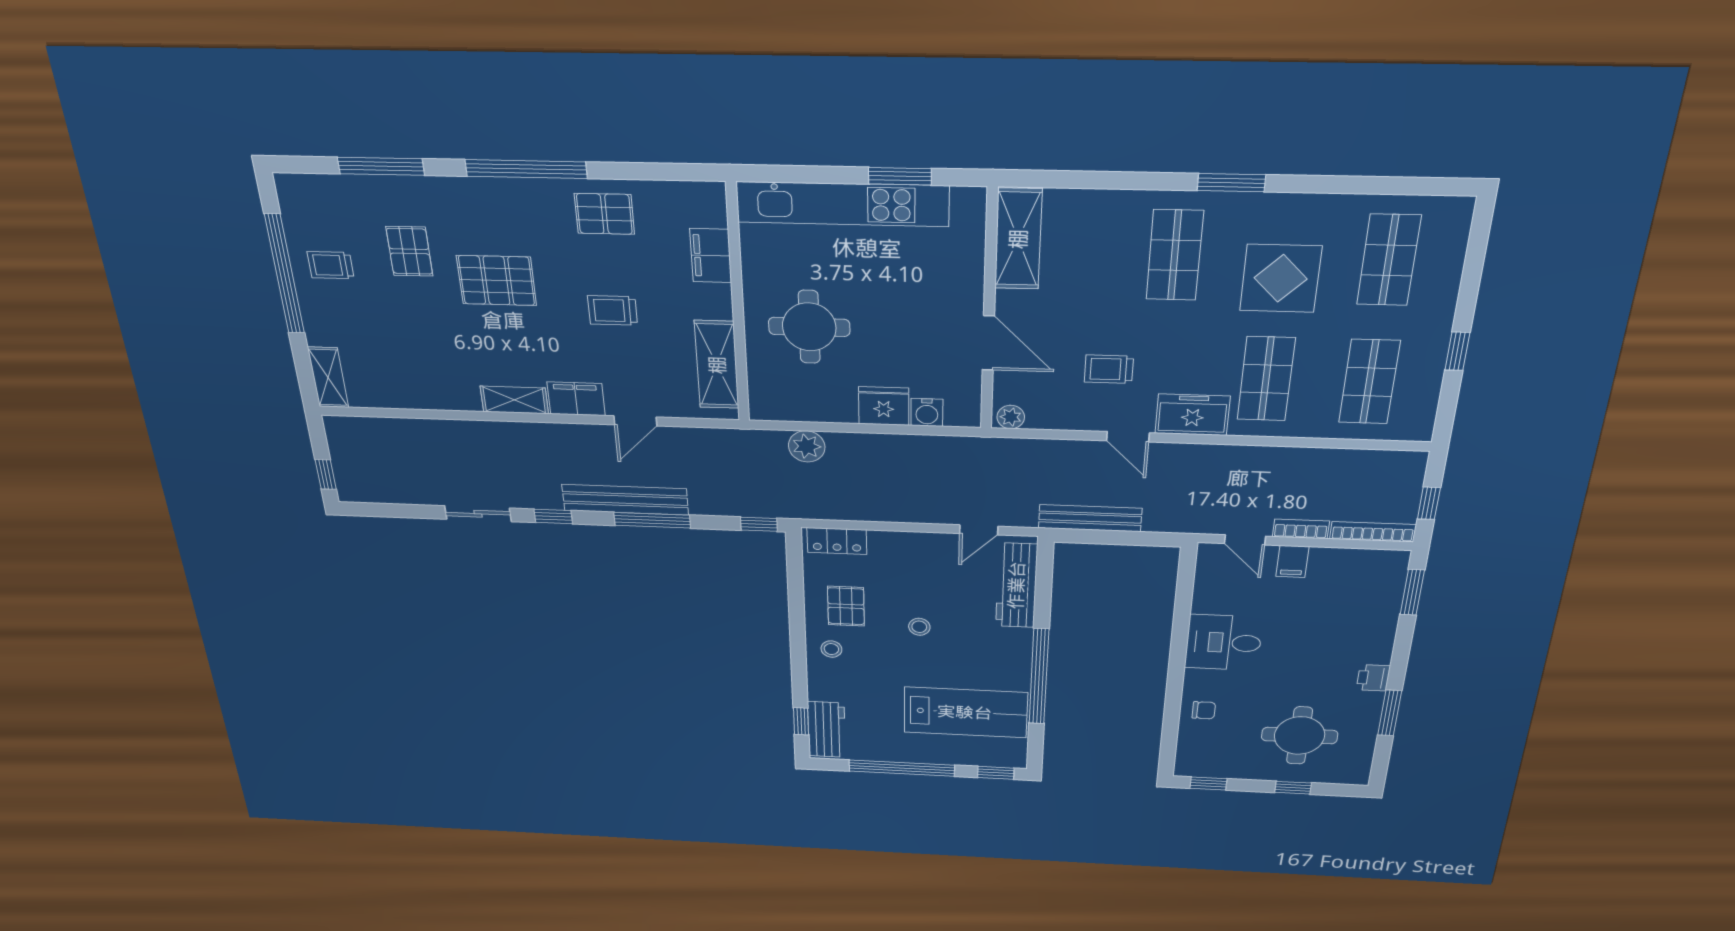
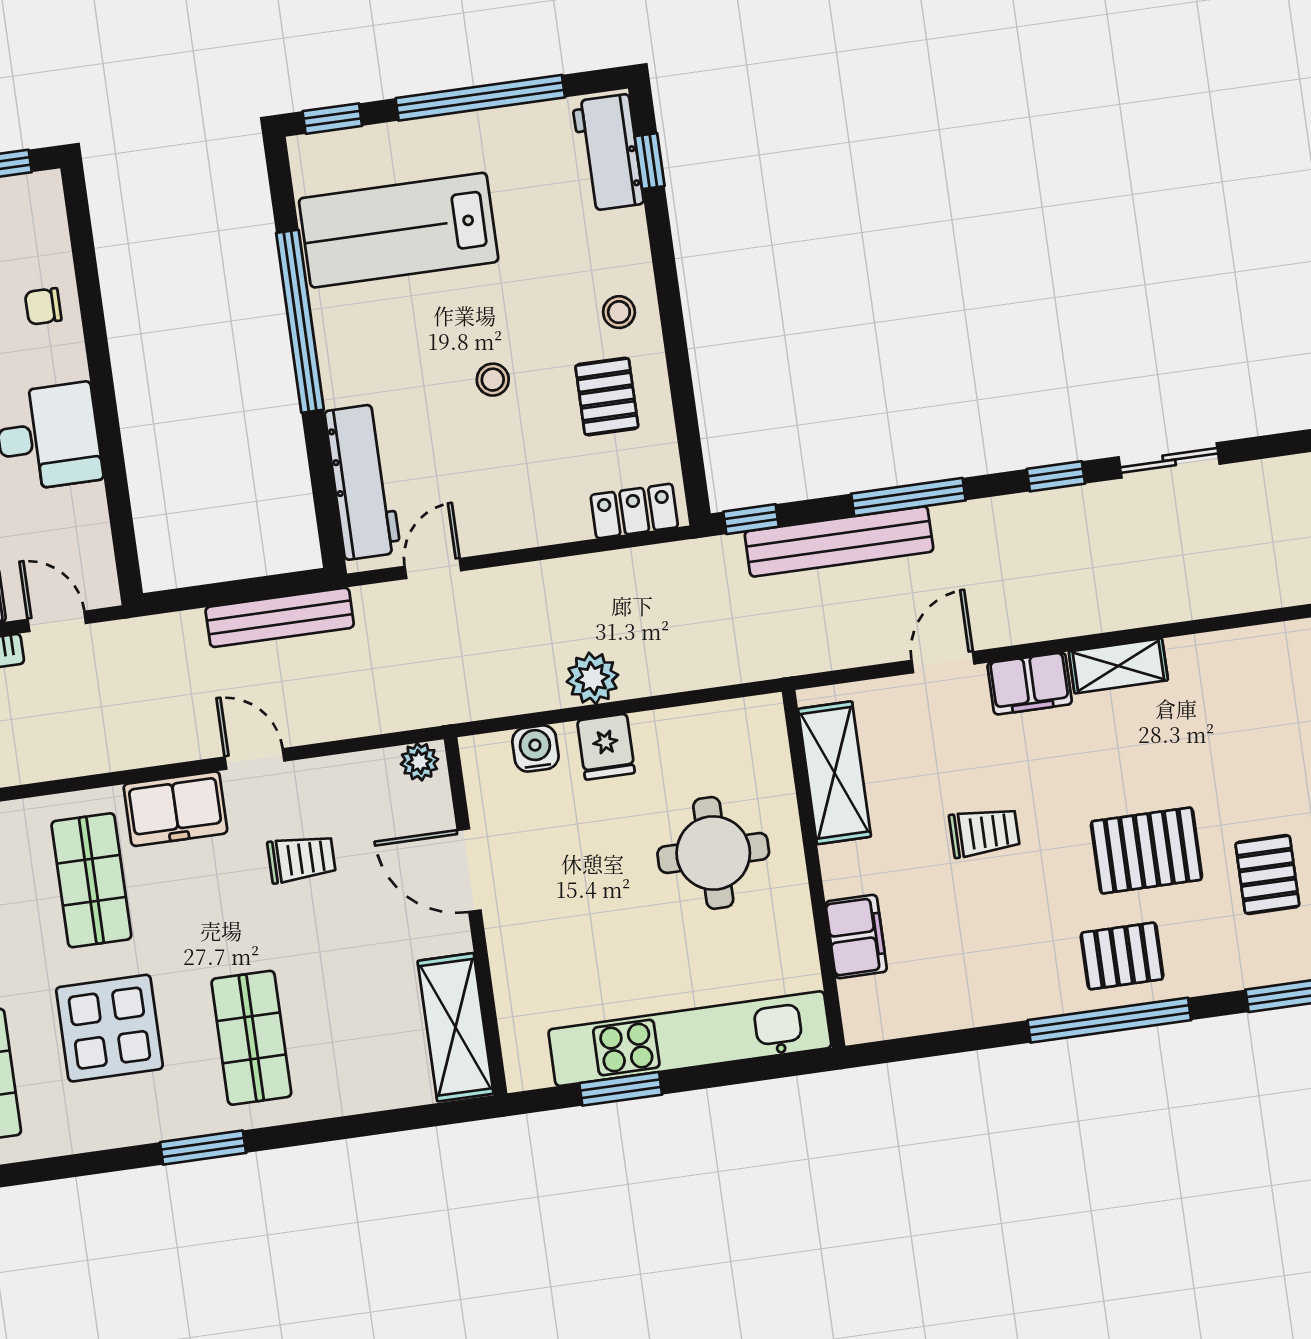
pallet: (604, 214) -> (1122, 956), moved
fridge: (884, 406) -> (606, 747), width x0.72
plant: (807, 446) -> (592, 678), moved
bench: (625, 500) -> (839, 542), moved

